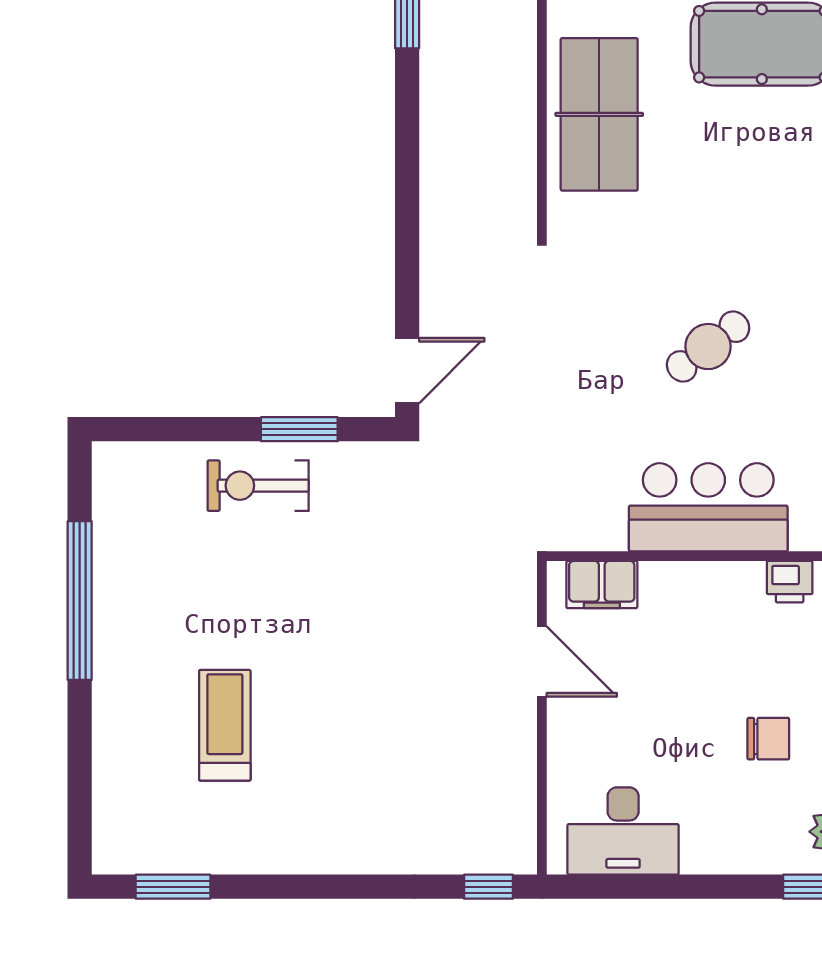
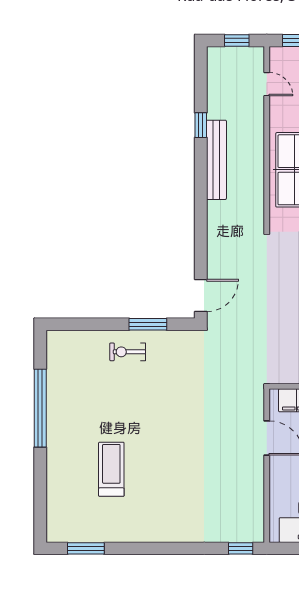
bench: (439, 94) -> (216, 160), added
exercise bike: (258, 486) -> (128, 352), width x0.73, depth x0.72

